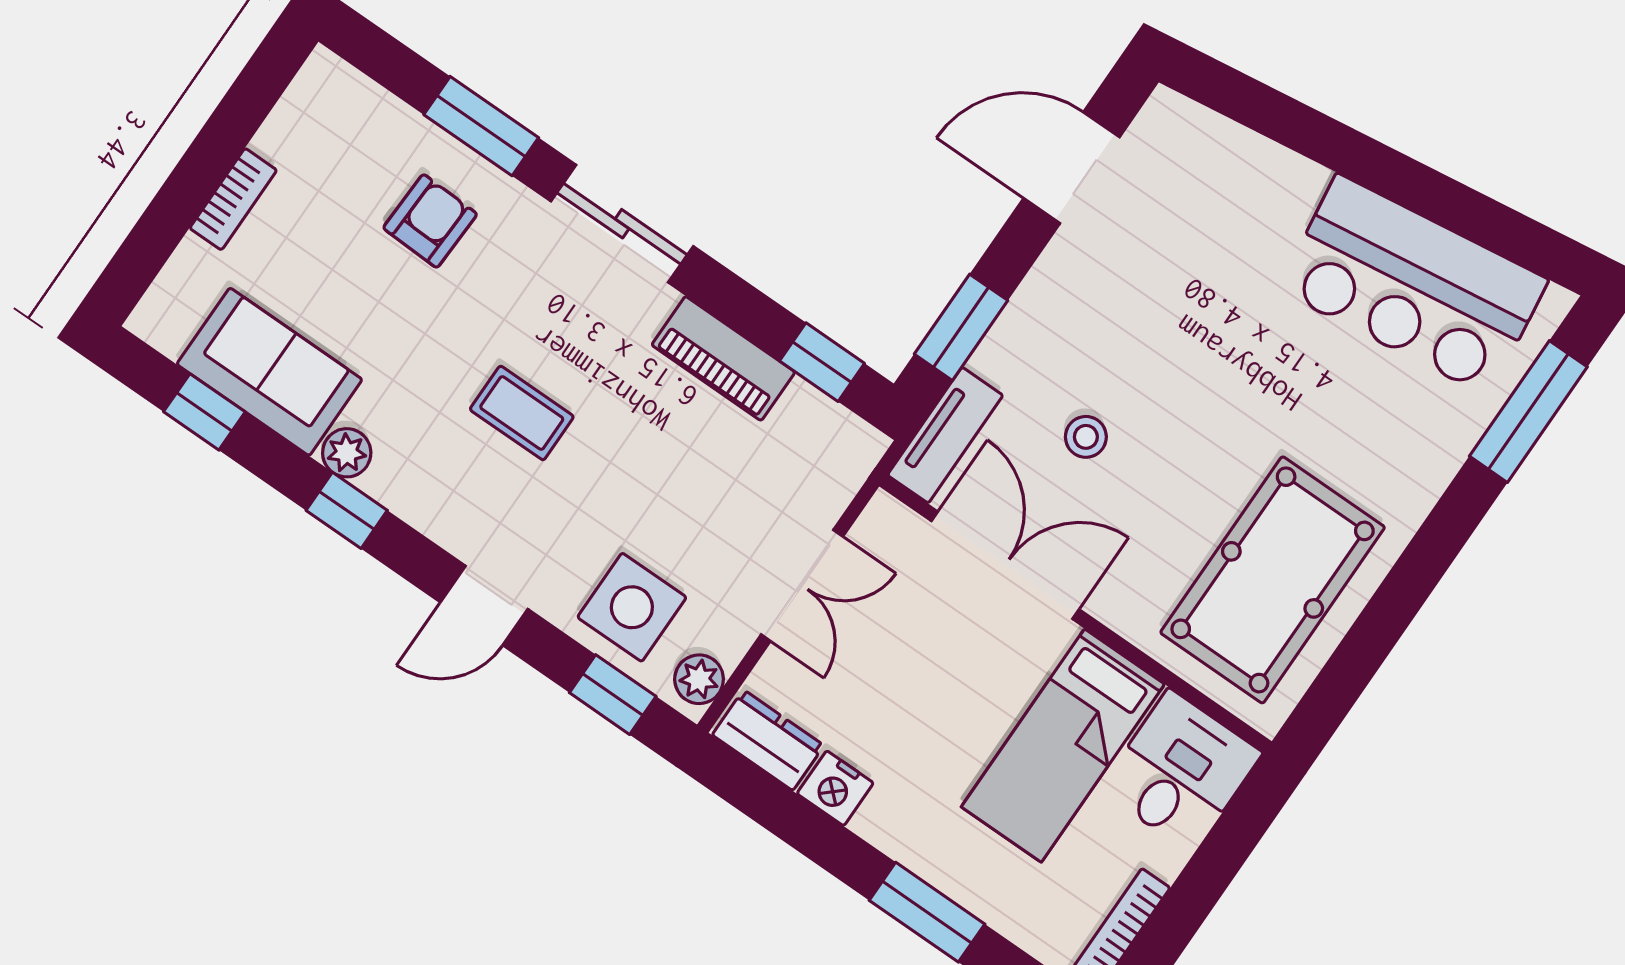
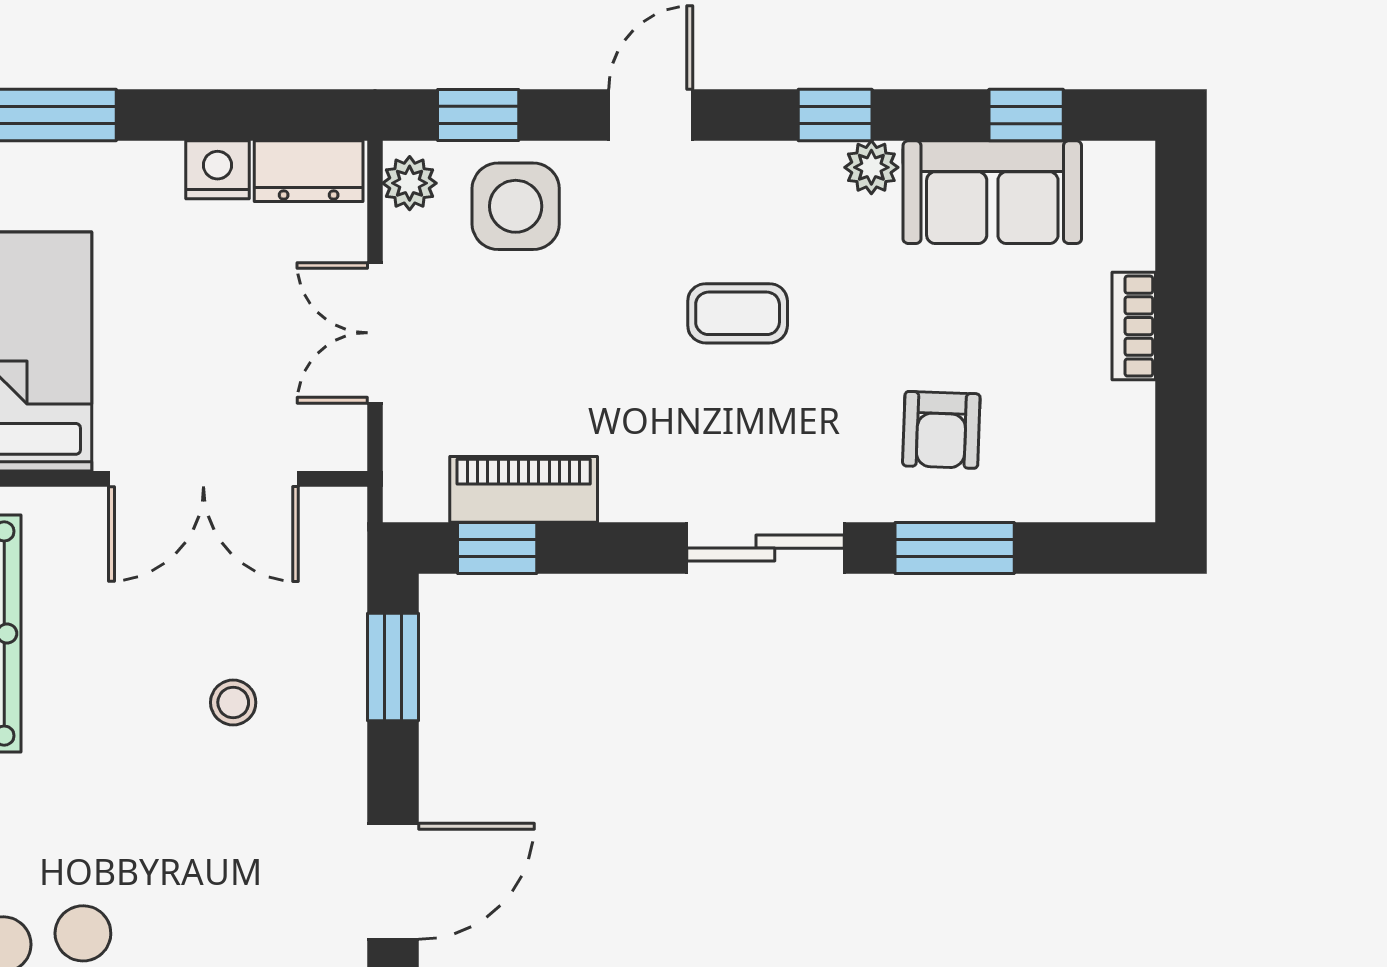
piano: (723, 358) -> (524, 489), moved
tv unit: (945, 435) -> (340, 559), removed
stool: (1086, 437) -> (233, 702), moved

